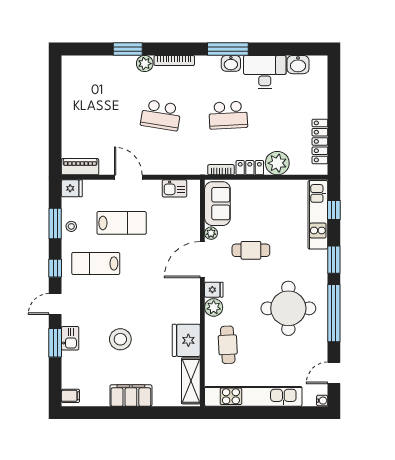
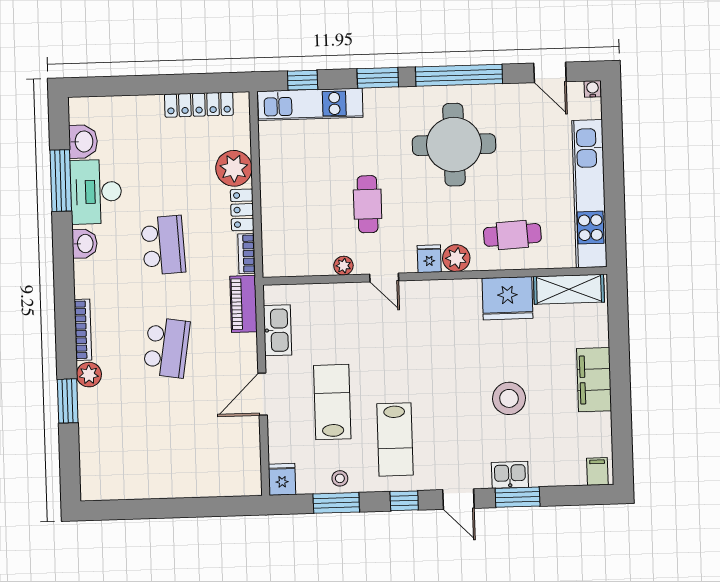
window: (228, 49) -> (61, 181), moved
piano: (80, 167) -> (243, 304), moved
kitchen sink: (174, 188) -> (277, 330), width x1.38
sofa: (217, 204) -> (298, 257), removed
door: (202, 260) -> (384, 278), width x0.53

